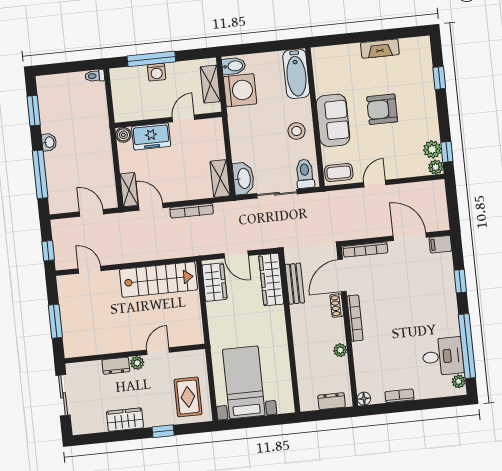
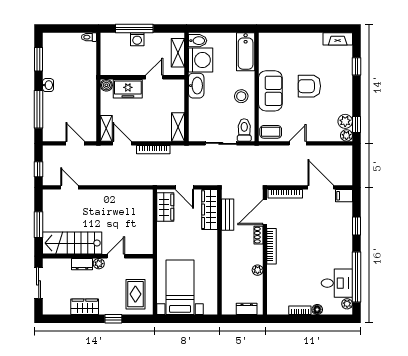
fireplace: (380, 49) -> (338, 39), moved
washbasin: (243, 178) -> (196, 86), moved
stairs: (158, 280) -> (72, 243), moved, turned 180
floor lamp: (364, 399) -> (317, 310), moved

